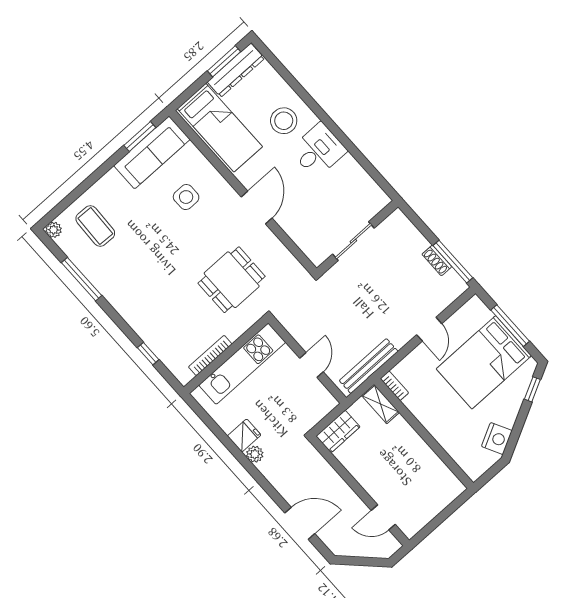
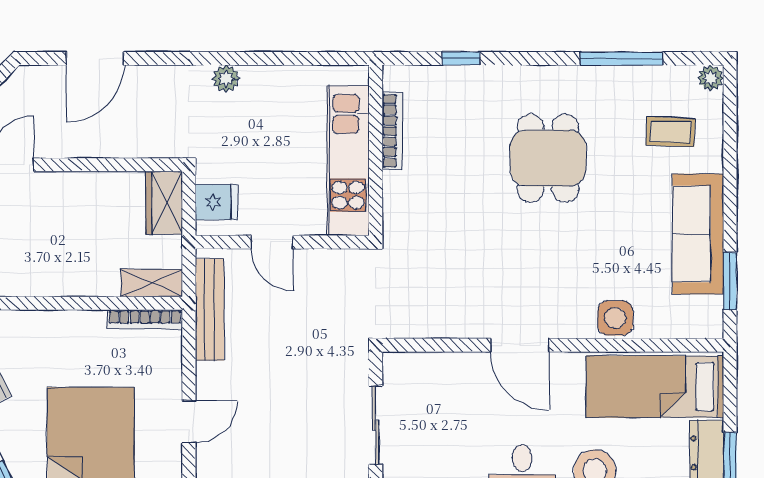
sofa: (152, 152) -> (698, 234), moved
side table: (186, 197) -> (615, 318), moved
coffee table: (95, 226) -> (671, 132), width x0.73, depth x0.77
dining table: (232, 280) -> (548, 158), moved
door: (429, 329) -> (189, 422), swing flipped
bookcase: (394, 386) -> (145, 319), width x1.56
fridge: (244, 435) -> (216, 202), moved, turned -90

